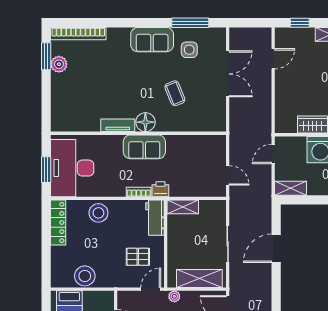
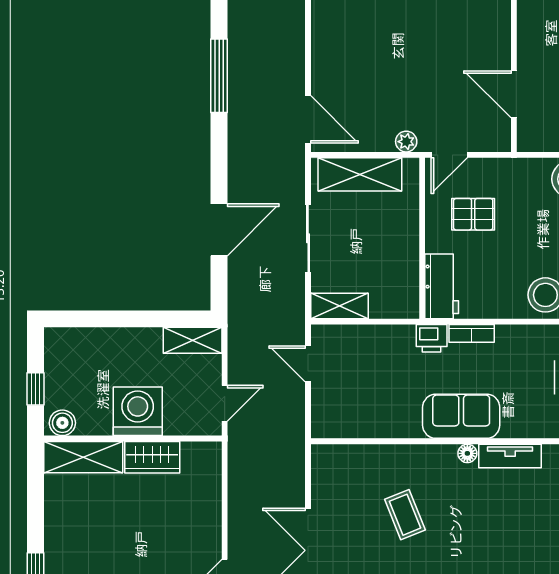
floor lamp: (145, 122) -> (467, 453), width x0.53, depth x0.53
shelving: (183, 207) -> (339, 306), moved

